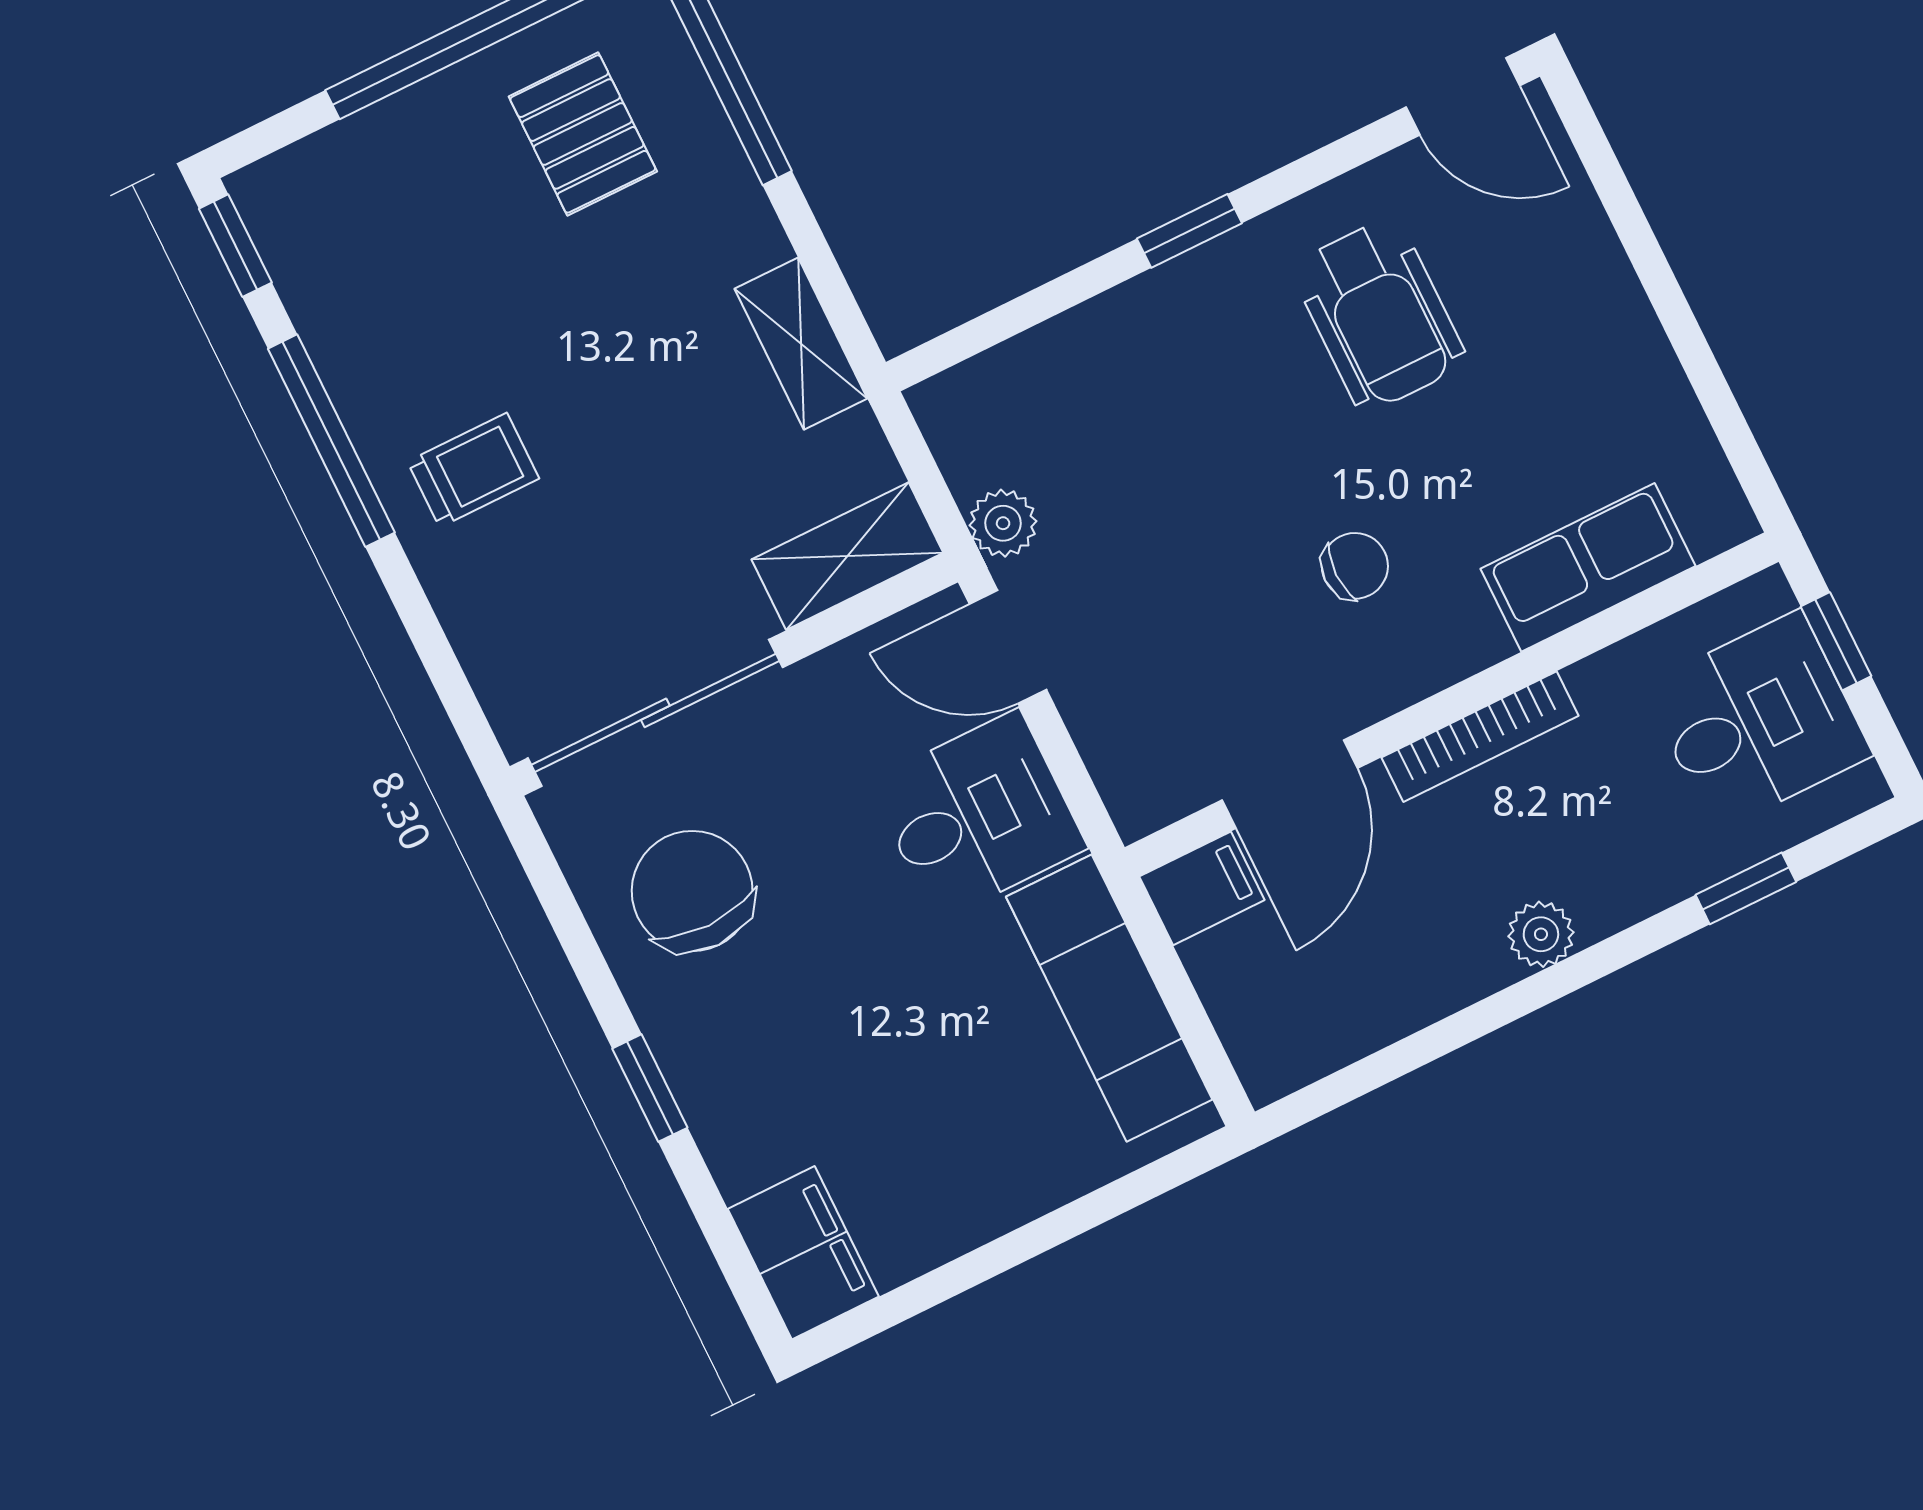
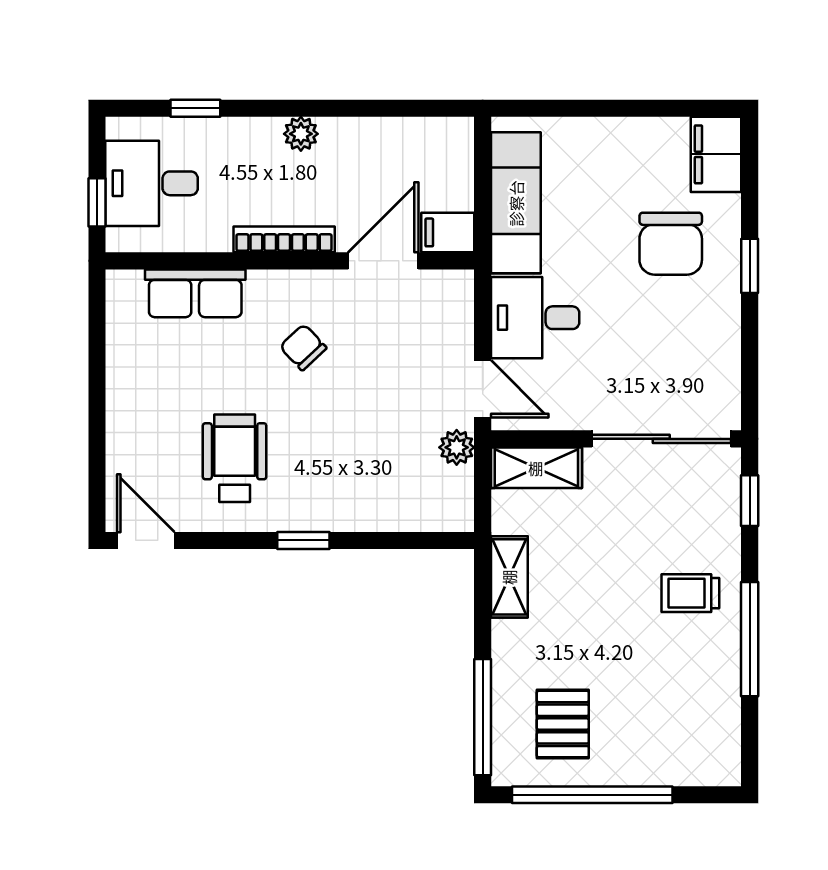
window: (235, 246) -> (750, 501), moved
chair: (1355, 566) -> (303, 347), turned 47
chair: (692, 891) -> (671, 244), moved

